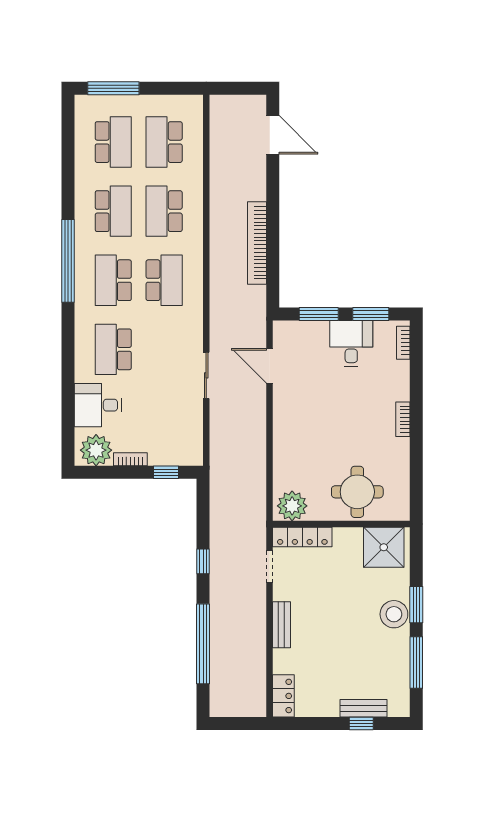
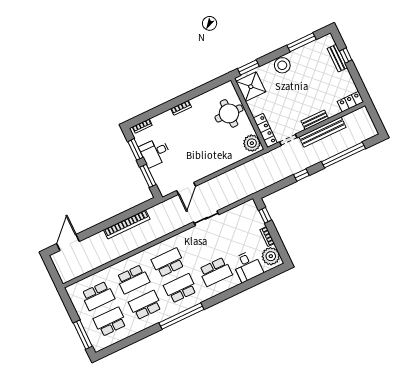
school desk: (113, 280) -> (180, 288), turned 180
window: (416, 605) -> (248, 68), moved
bench: (256, 628) -> (322, 132), added

